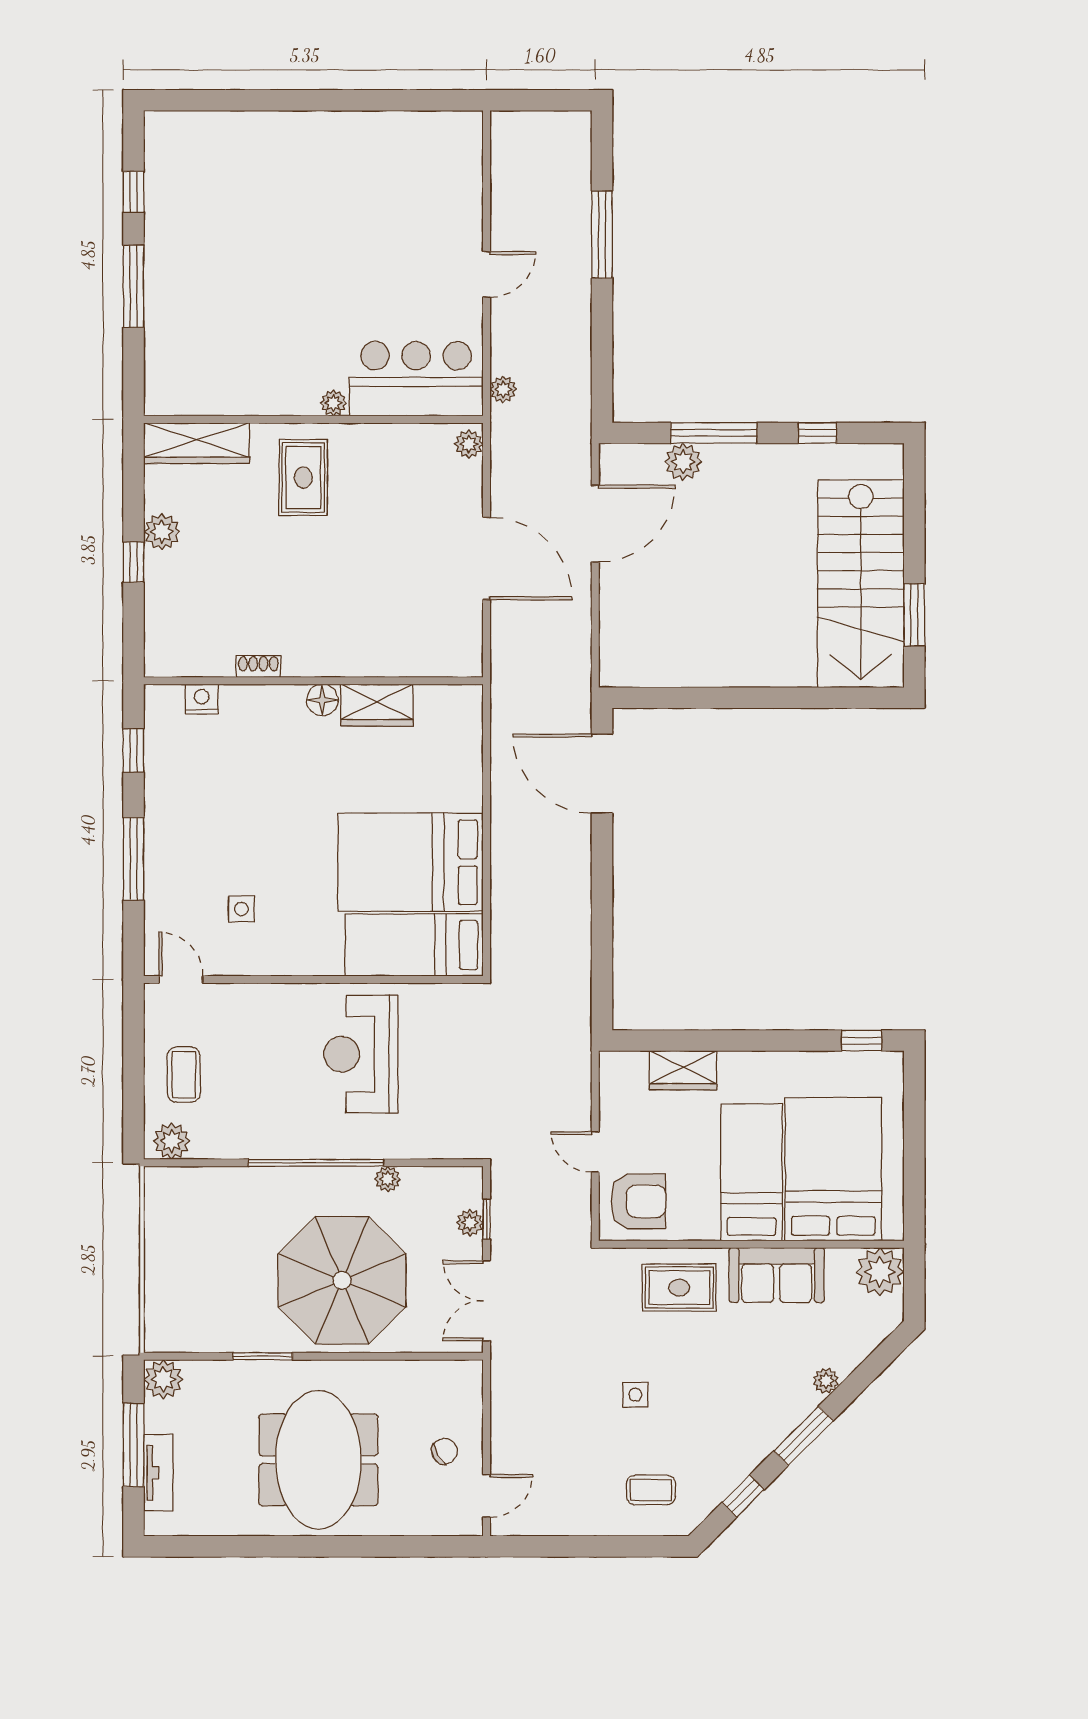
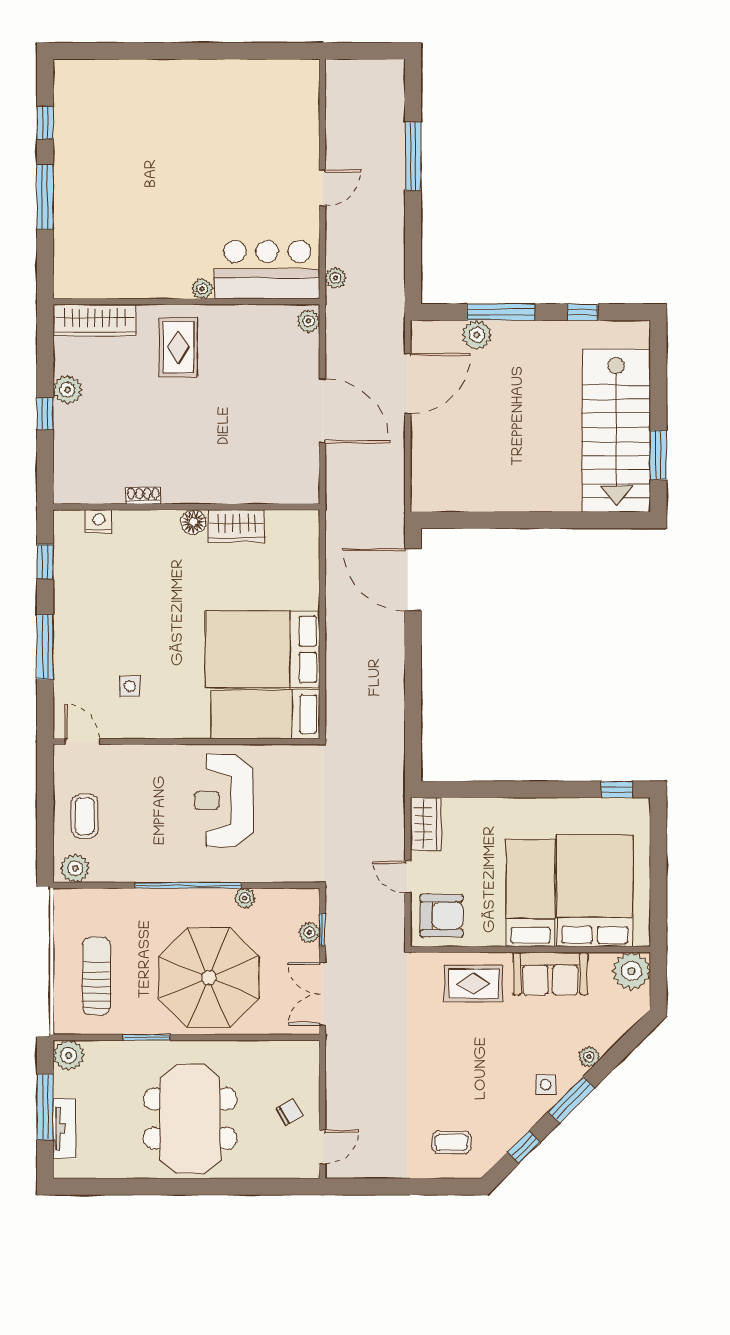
wardrobe: (683, 1070) -> (426, 824), moved, turned -90
sun lounger: (199, 1278) -> (96, 976), added
side table: (635, 1395) -> (546, 1085), moved

